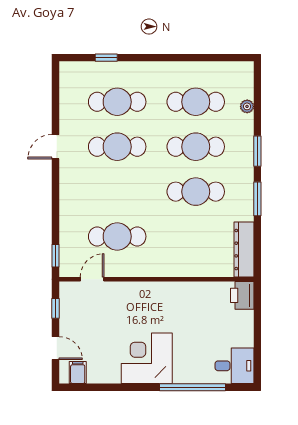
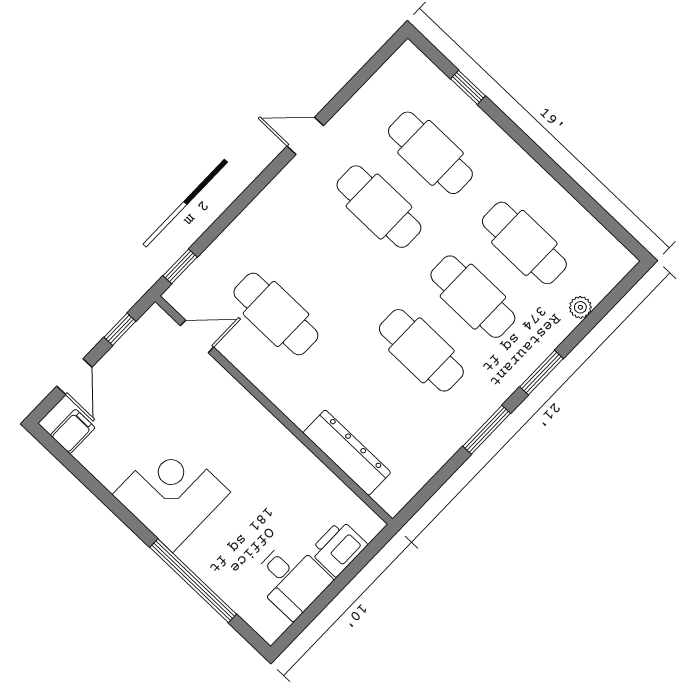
dresser: (244, 250) -> (347, 453), moved, turned 90
printer: (242, 295) -> (338, 548), moved
desk: (234, 366) -> (291, 579), moved

